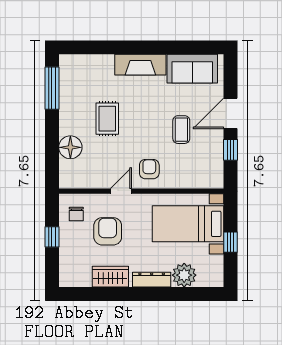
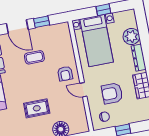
armchair: (149, 169) -> (65, 74), turned -90

